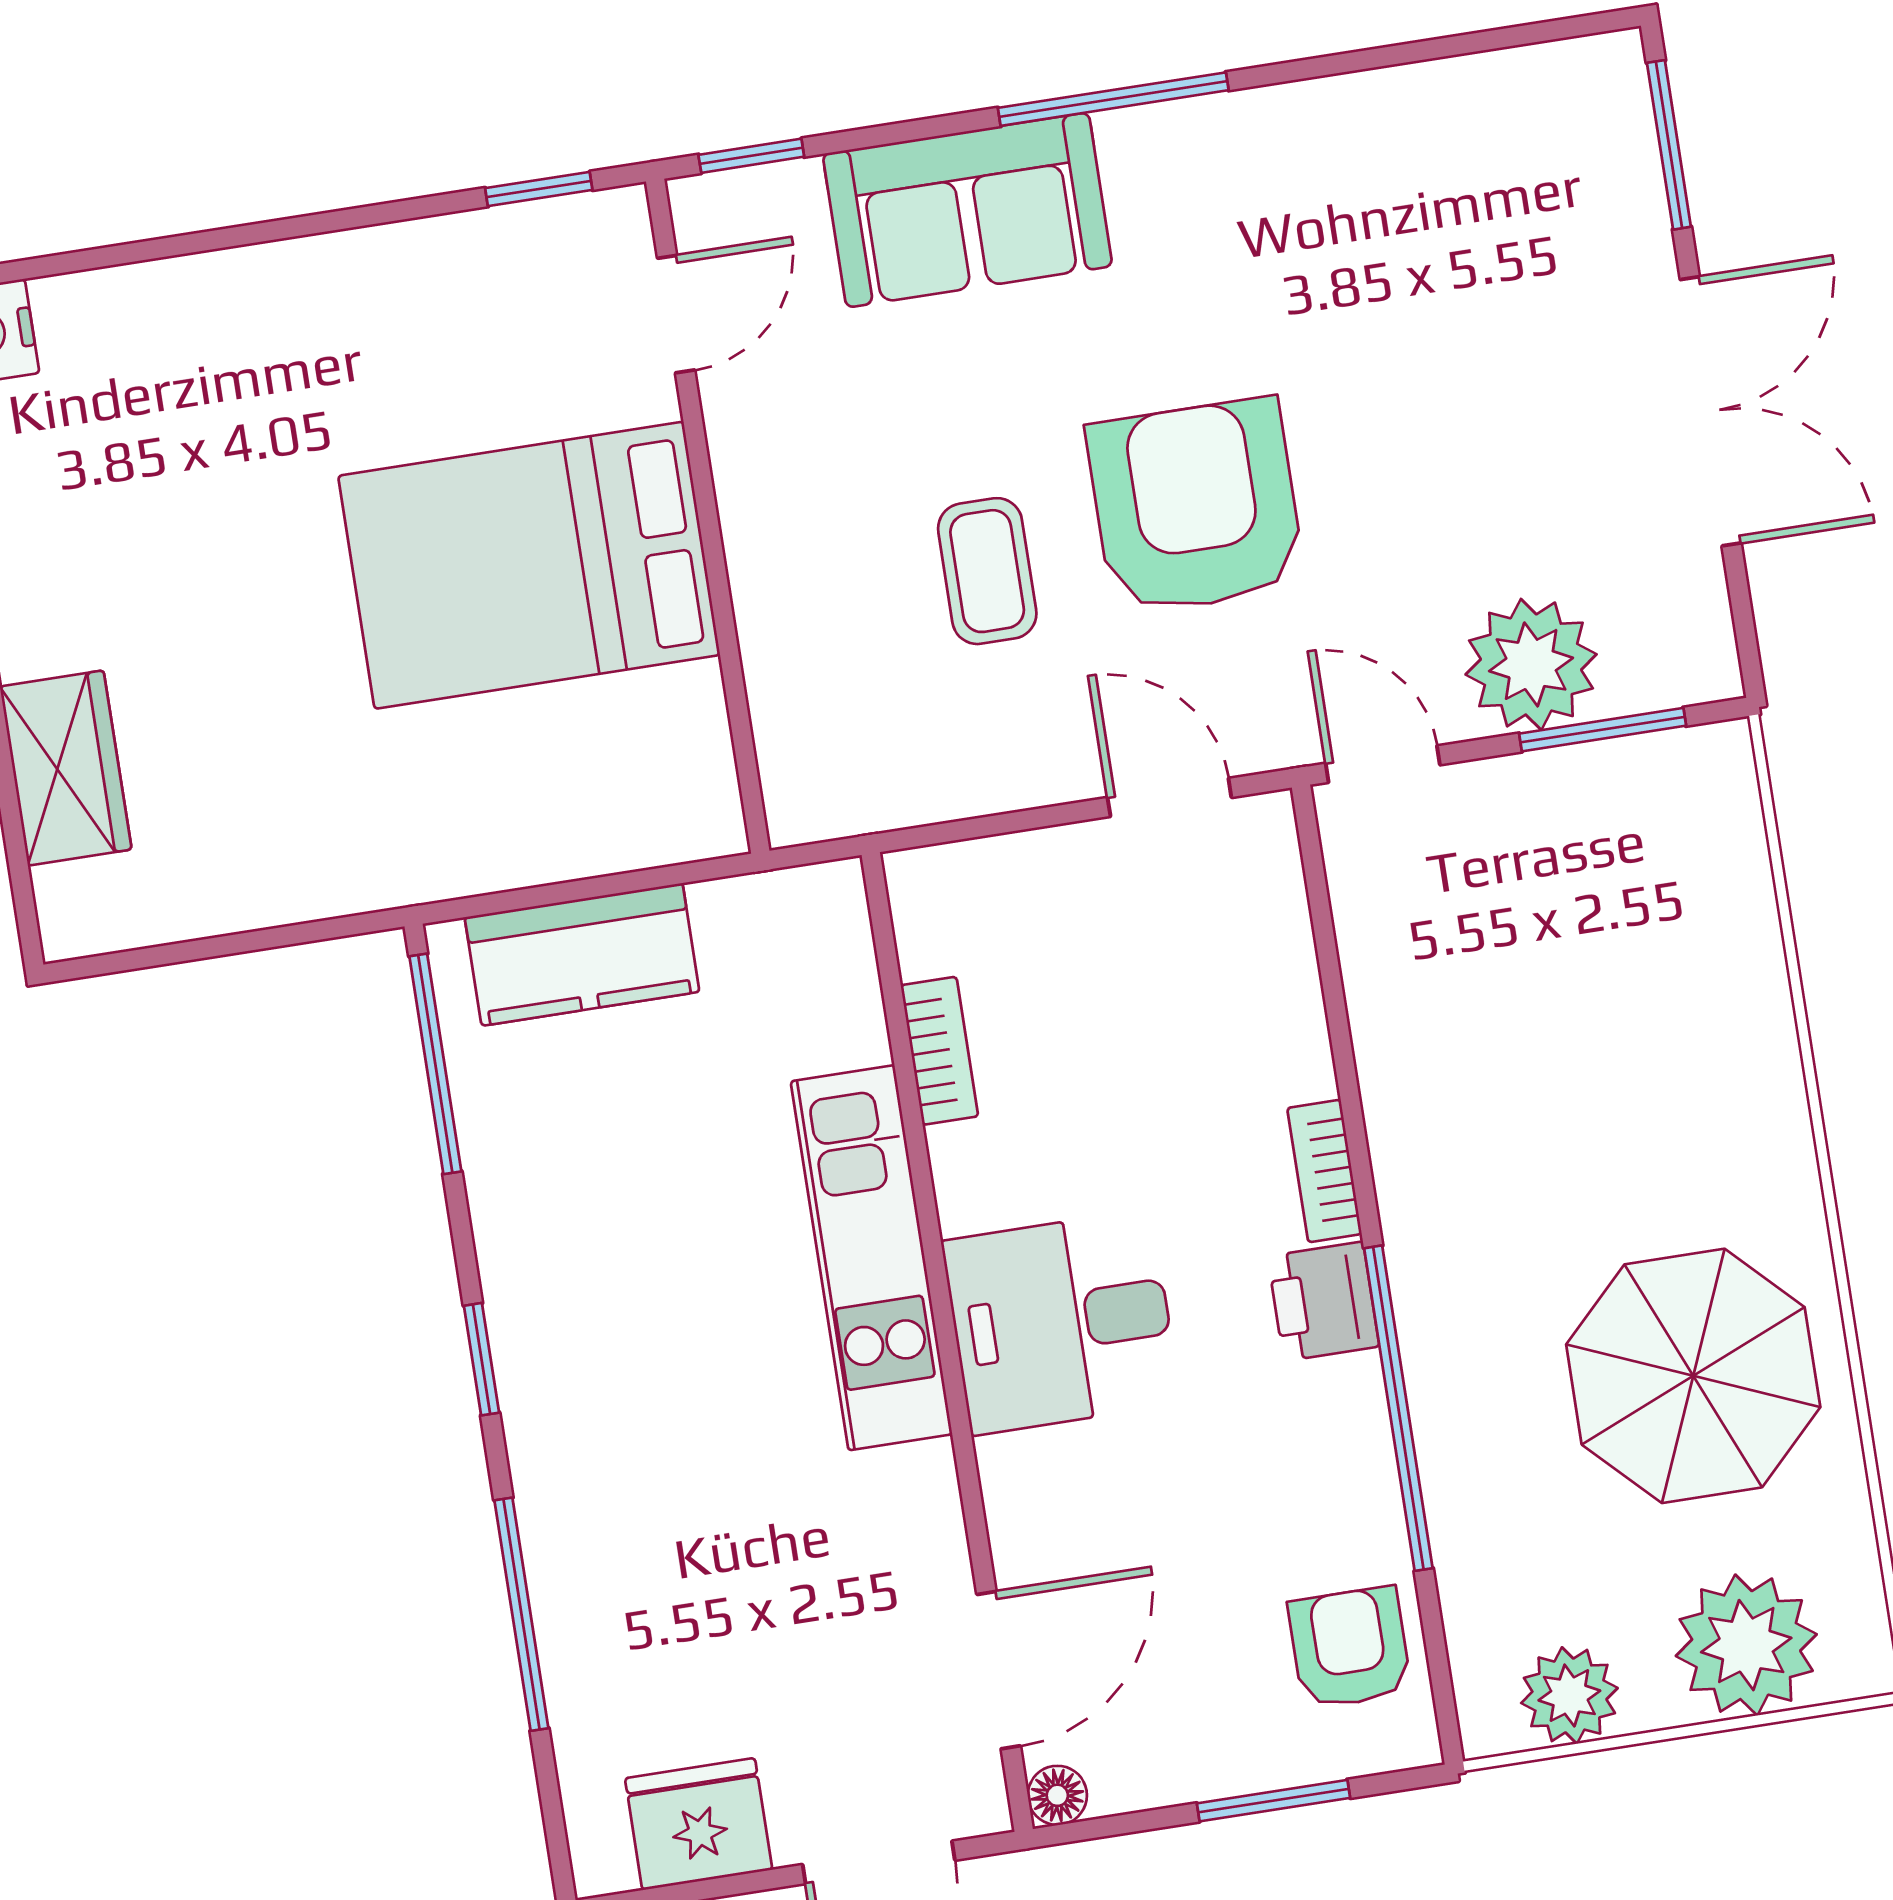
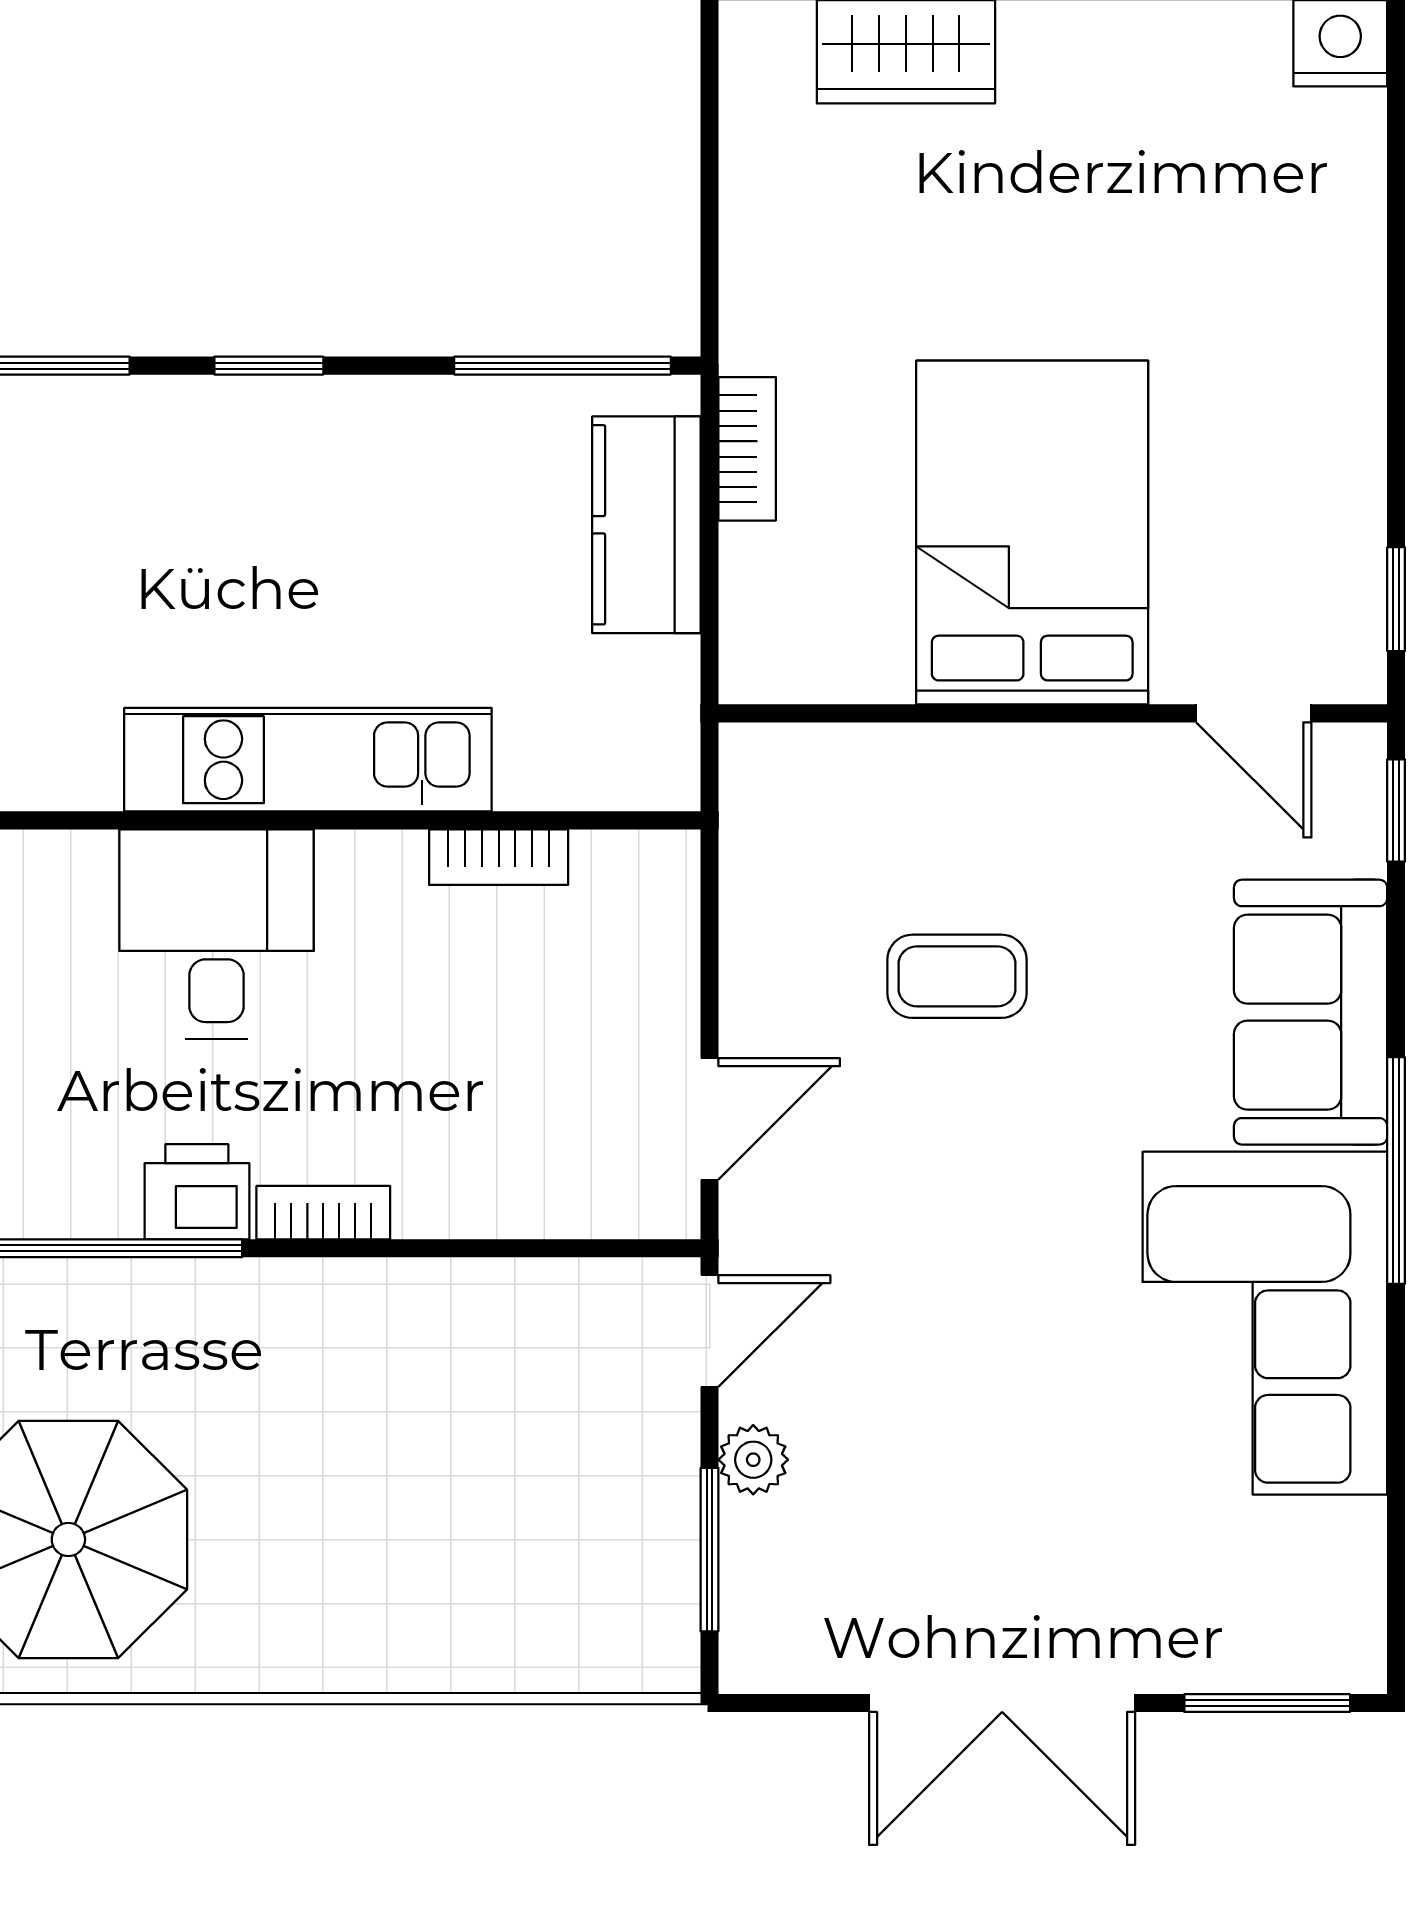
corner sofa: (1287, 207) -> (1265, 1323), added
armchair: (1196, 507) -> (988, 1189), removed
plant: (1531, 664) -> (753, 1460), width x0.53, depth x0.53
bookcase: (490, 865) -> (747, 449), added

